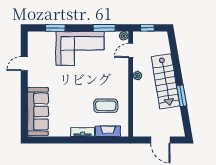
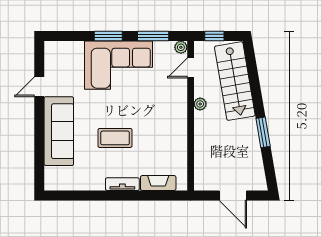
window: (55, 28) -> (108, 36), moved
stairs: (166, 81) -> (235, 81), moved
coffee table: (106, 106) -> (115, 138), moved
sofa: (38, 111) -> (59, 131), moved

